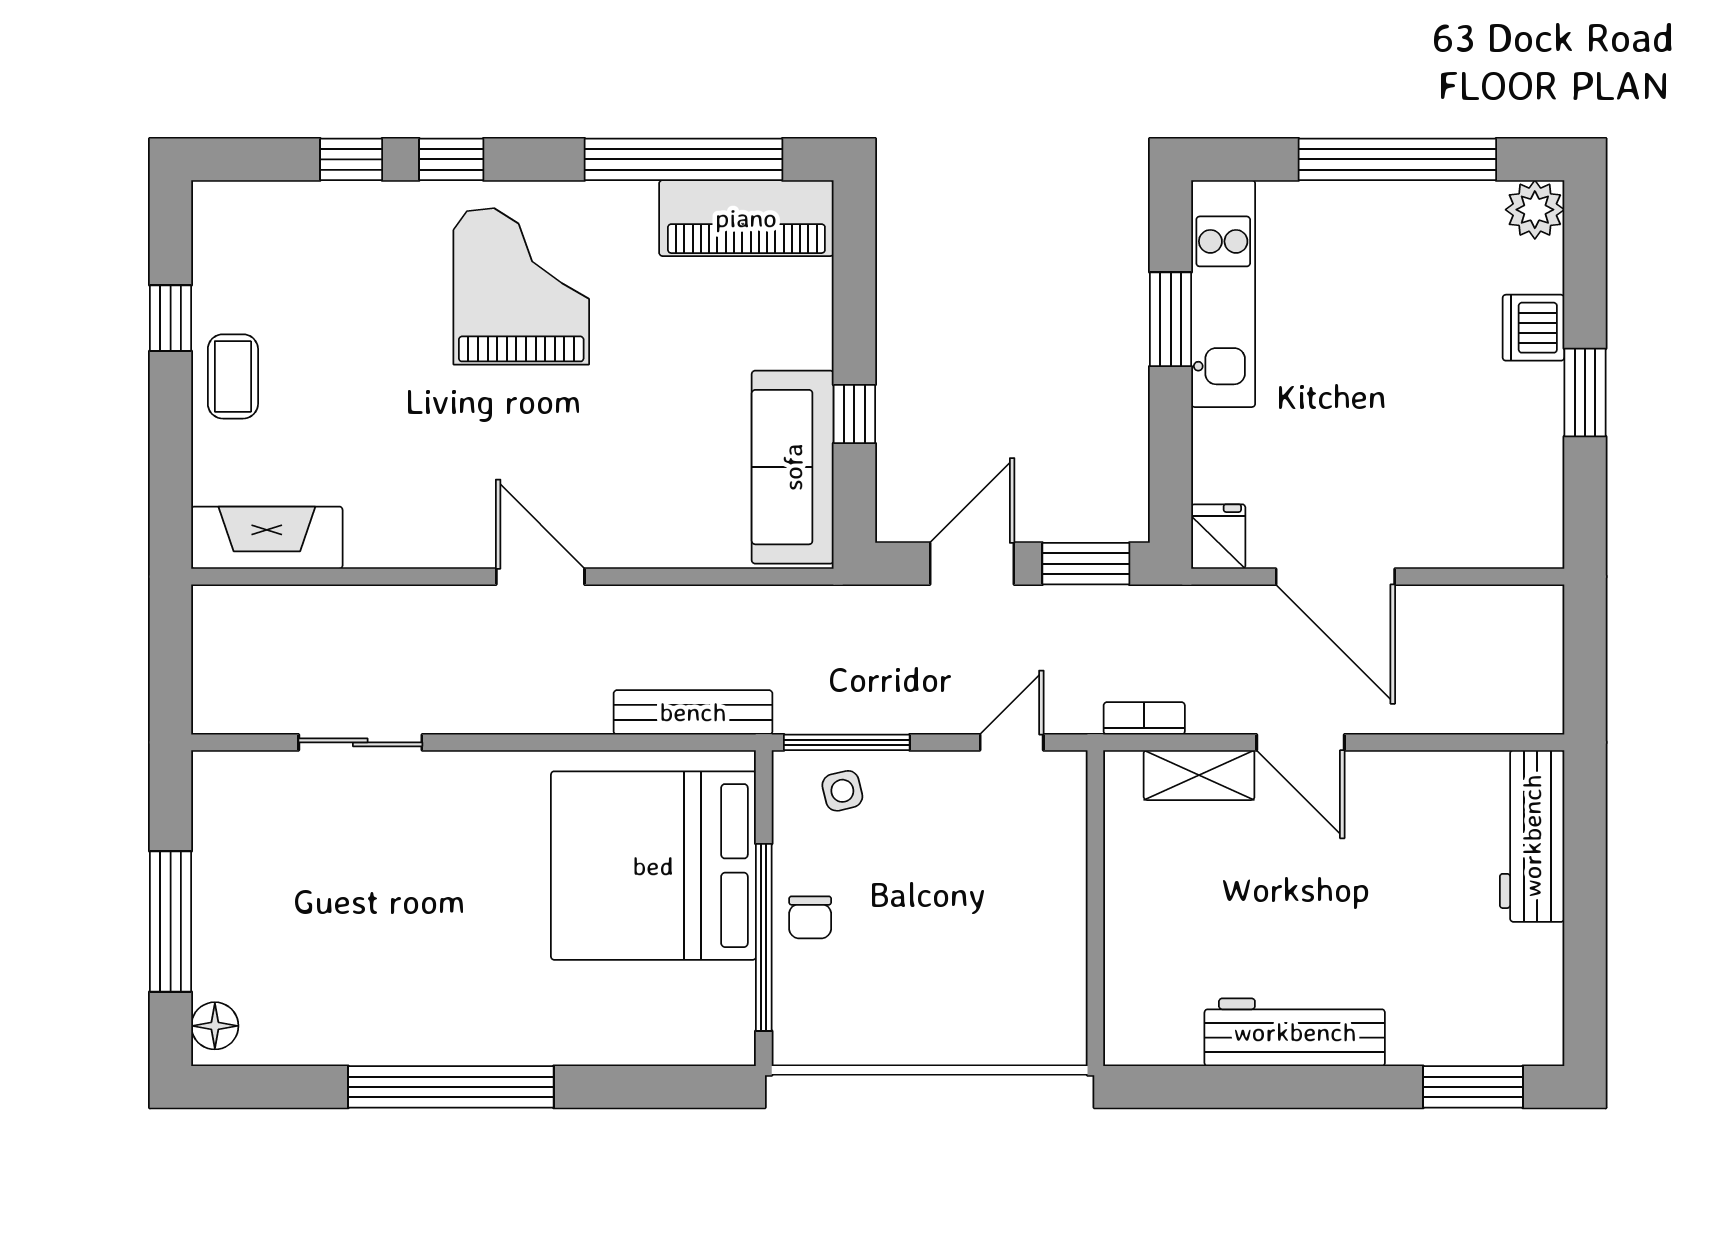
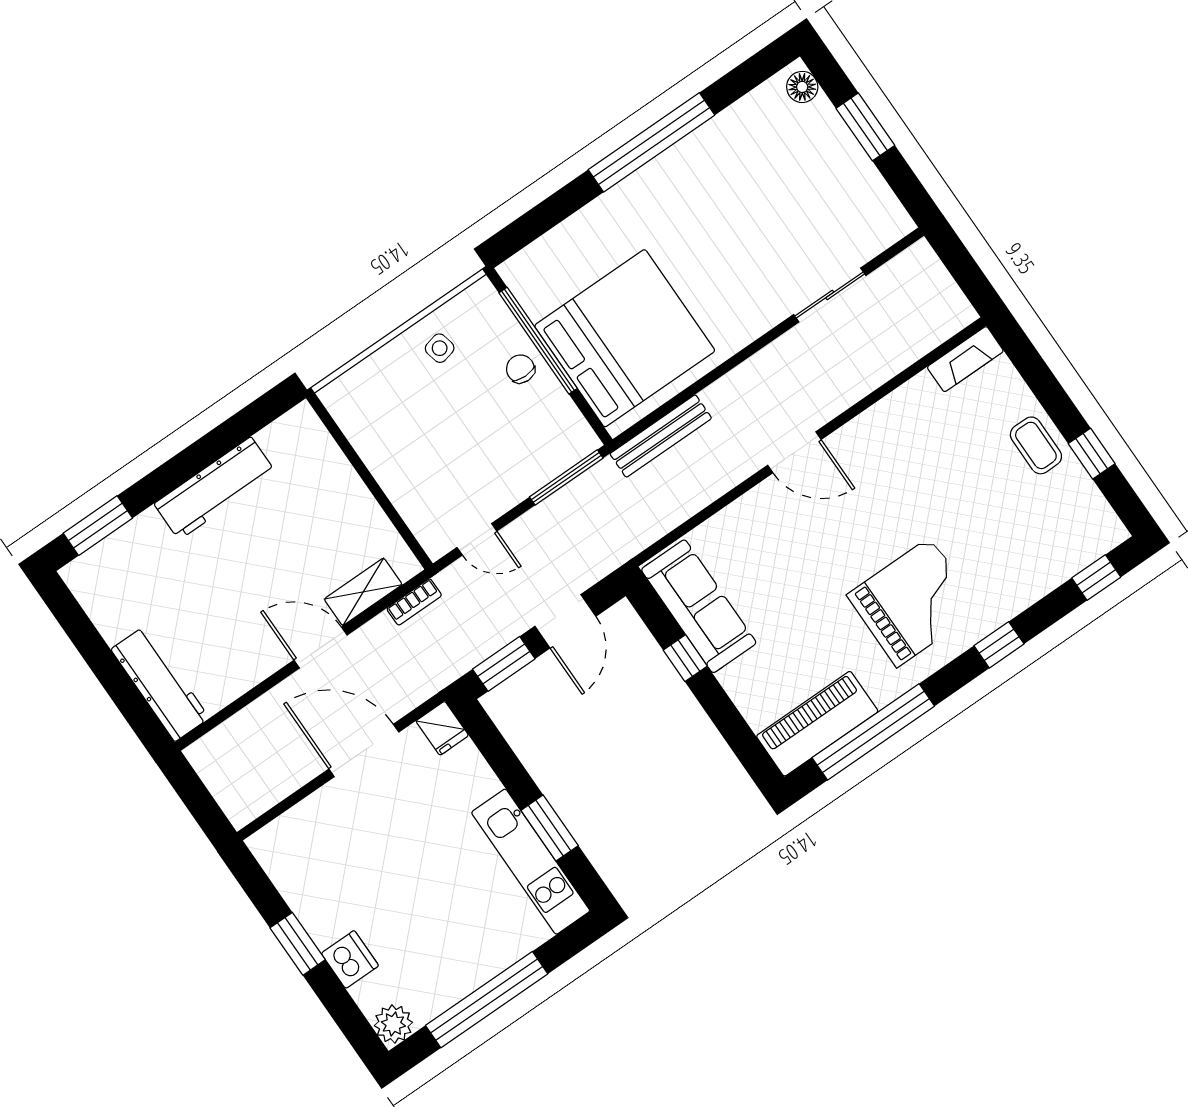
window: (351, 159) -> (1096, 578), moved
grand piano: (521, 286) -> (914, 602), turned -90
fireplace: (267, 538) -> (965, 359), width x0.73, depth x0.76
door: (1012, 742) -> (477, 539), hinge flipped
side table: (842, 791) -> (440, 348), moved
window: (171, 921) -> (865, 127), width x0.69

